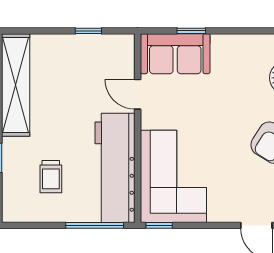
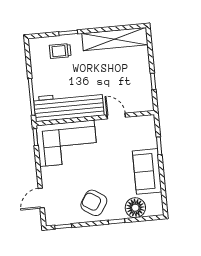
sofa: (175, 54) -> (147, 171), moved
door: (138, 94) -> (116, 116), hinge flipped
trolley: (51, 177) -> (60, 51), moved

